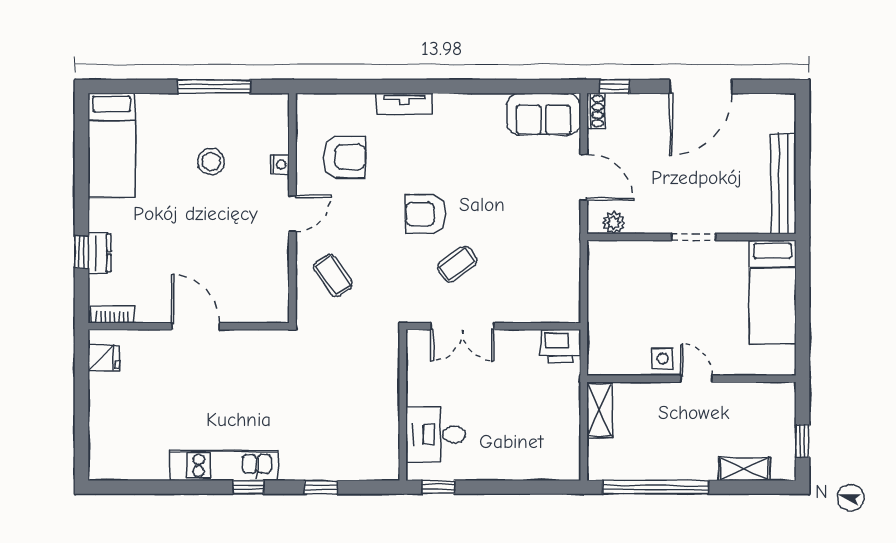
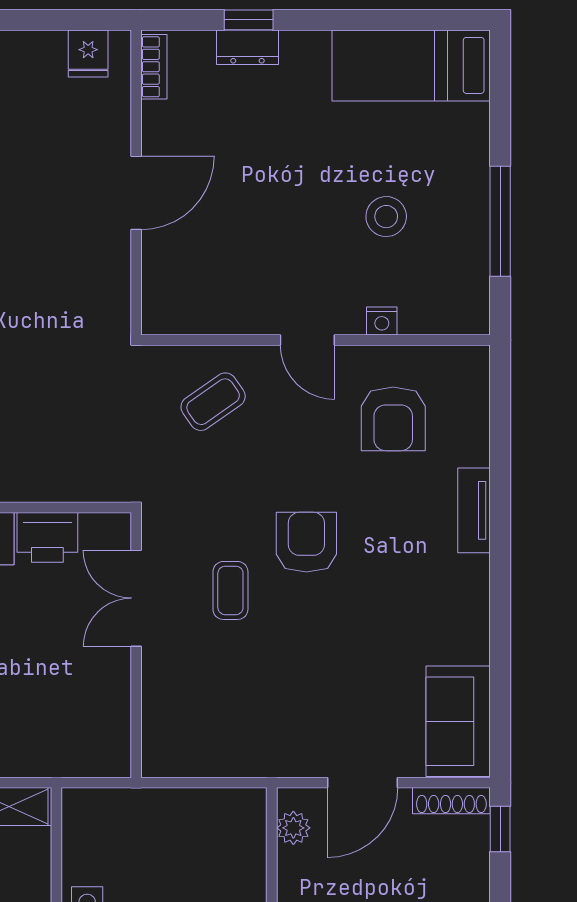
shoe rack: (596, 111) -> (451, 801), width x1.43
coffee table: (457, 264) -> (230, 590), turned 36
printer: (561, 346) -> (47, 537), moved, turned -90

